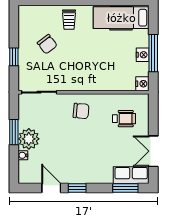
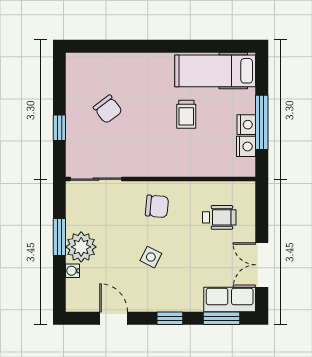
trolley: (69, 20) -> (186, 114), moved
nightstand: (142, 84) -> (246, 146), moved
side table: (77, 146) -> (151, 257), added
window: (77, 188) -> (170, 318), moved

